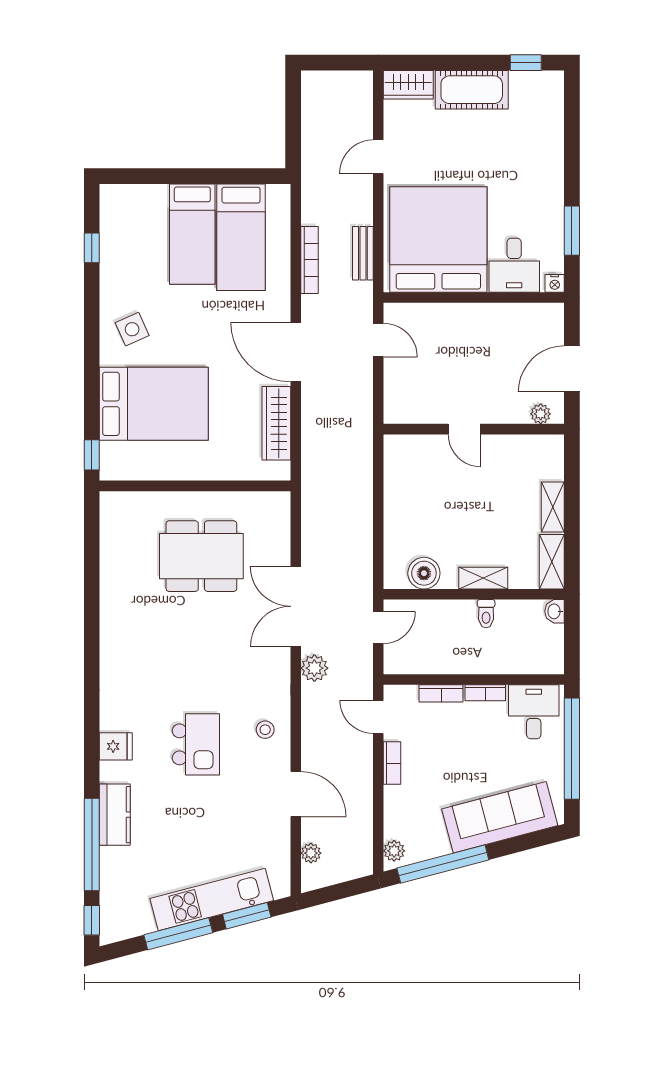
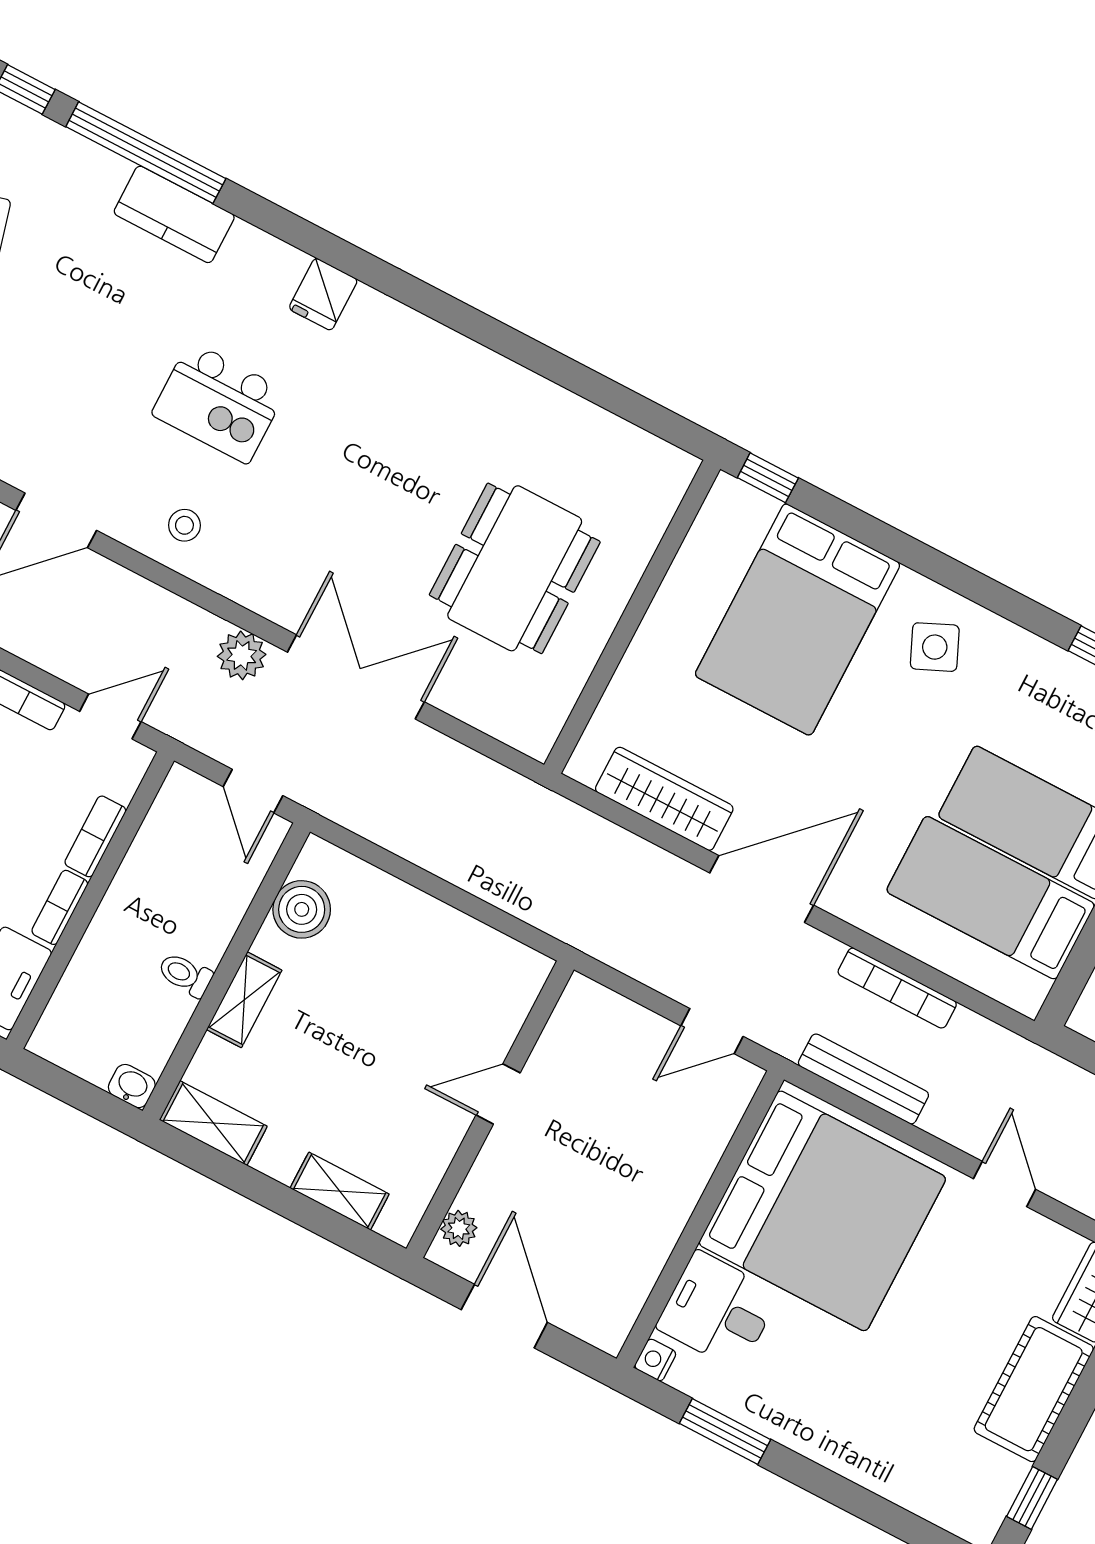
bench: (363, 253) -> (863, 1079), width x1.36
shelving: (553, 507) -> (340, 1191), moved
fridge: (116, 746) -> (323, 294), moved

